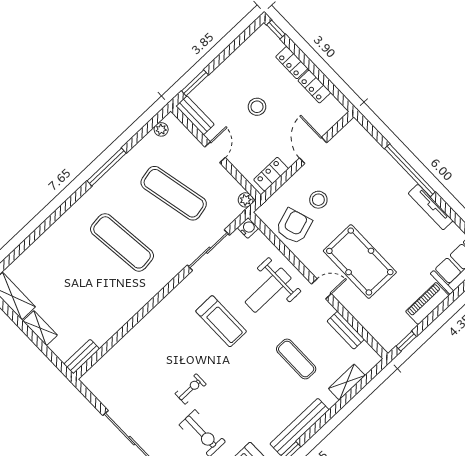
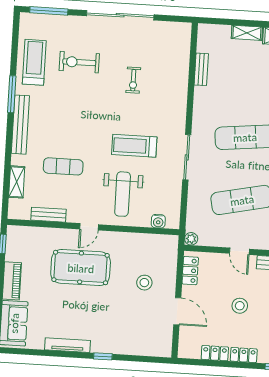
window: (410, 170) -> (103, 356), width x0.32
armchair: (294, 226) -> (144, 251), removed
water cooler: (248, 228) -> (158, 221), moved
sliding door: (208, 250) -> (187, 157), moved
weight bench: (268, 290) -> (123, 194), turned 180
bench: (82, 356) -> (201, 69), moved
exercise bike: (191, 389) -> (133, 80), moved

